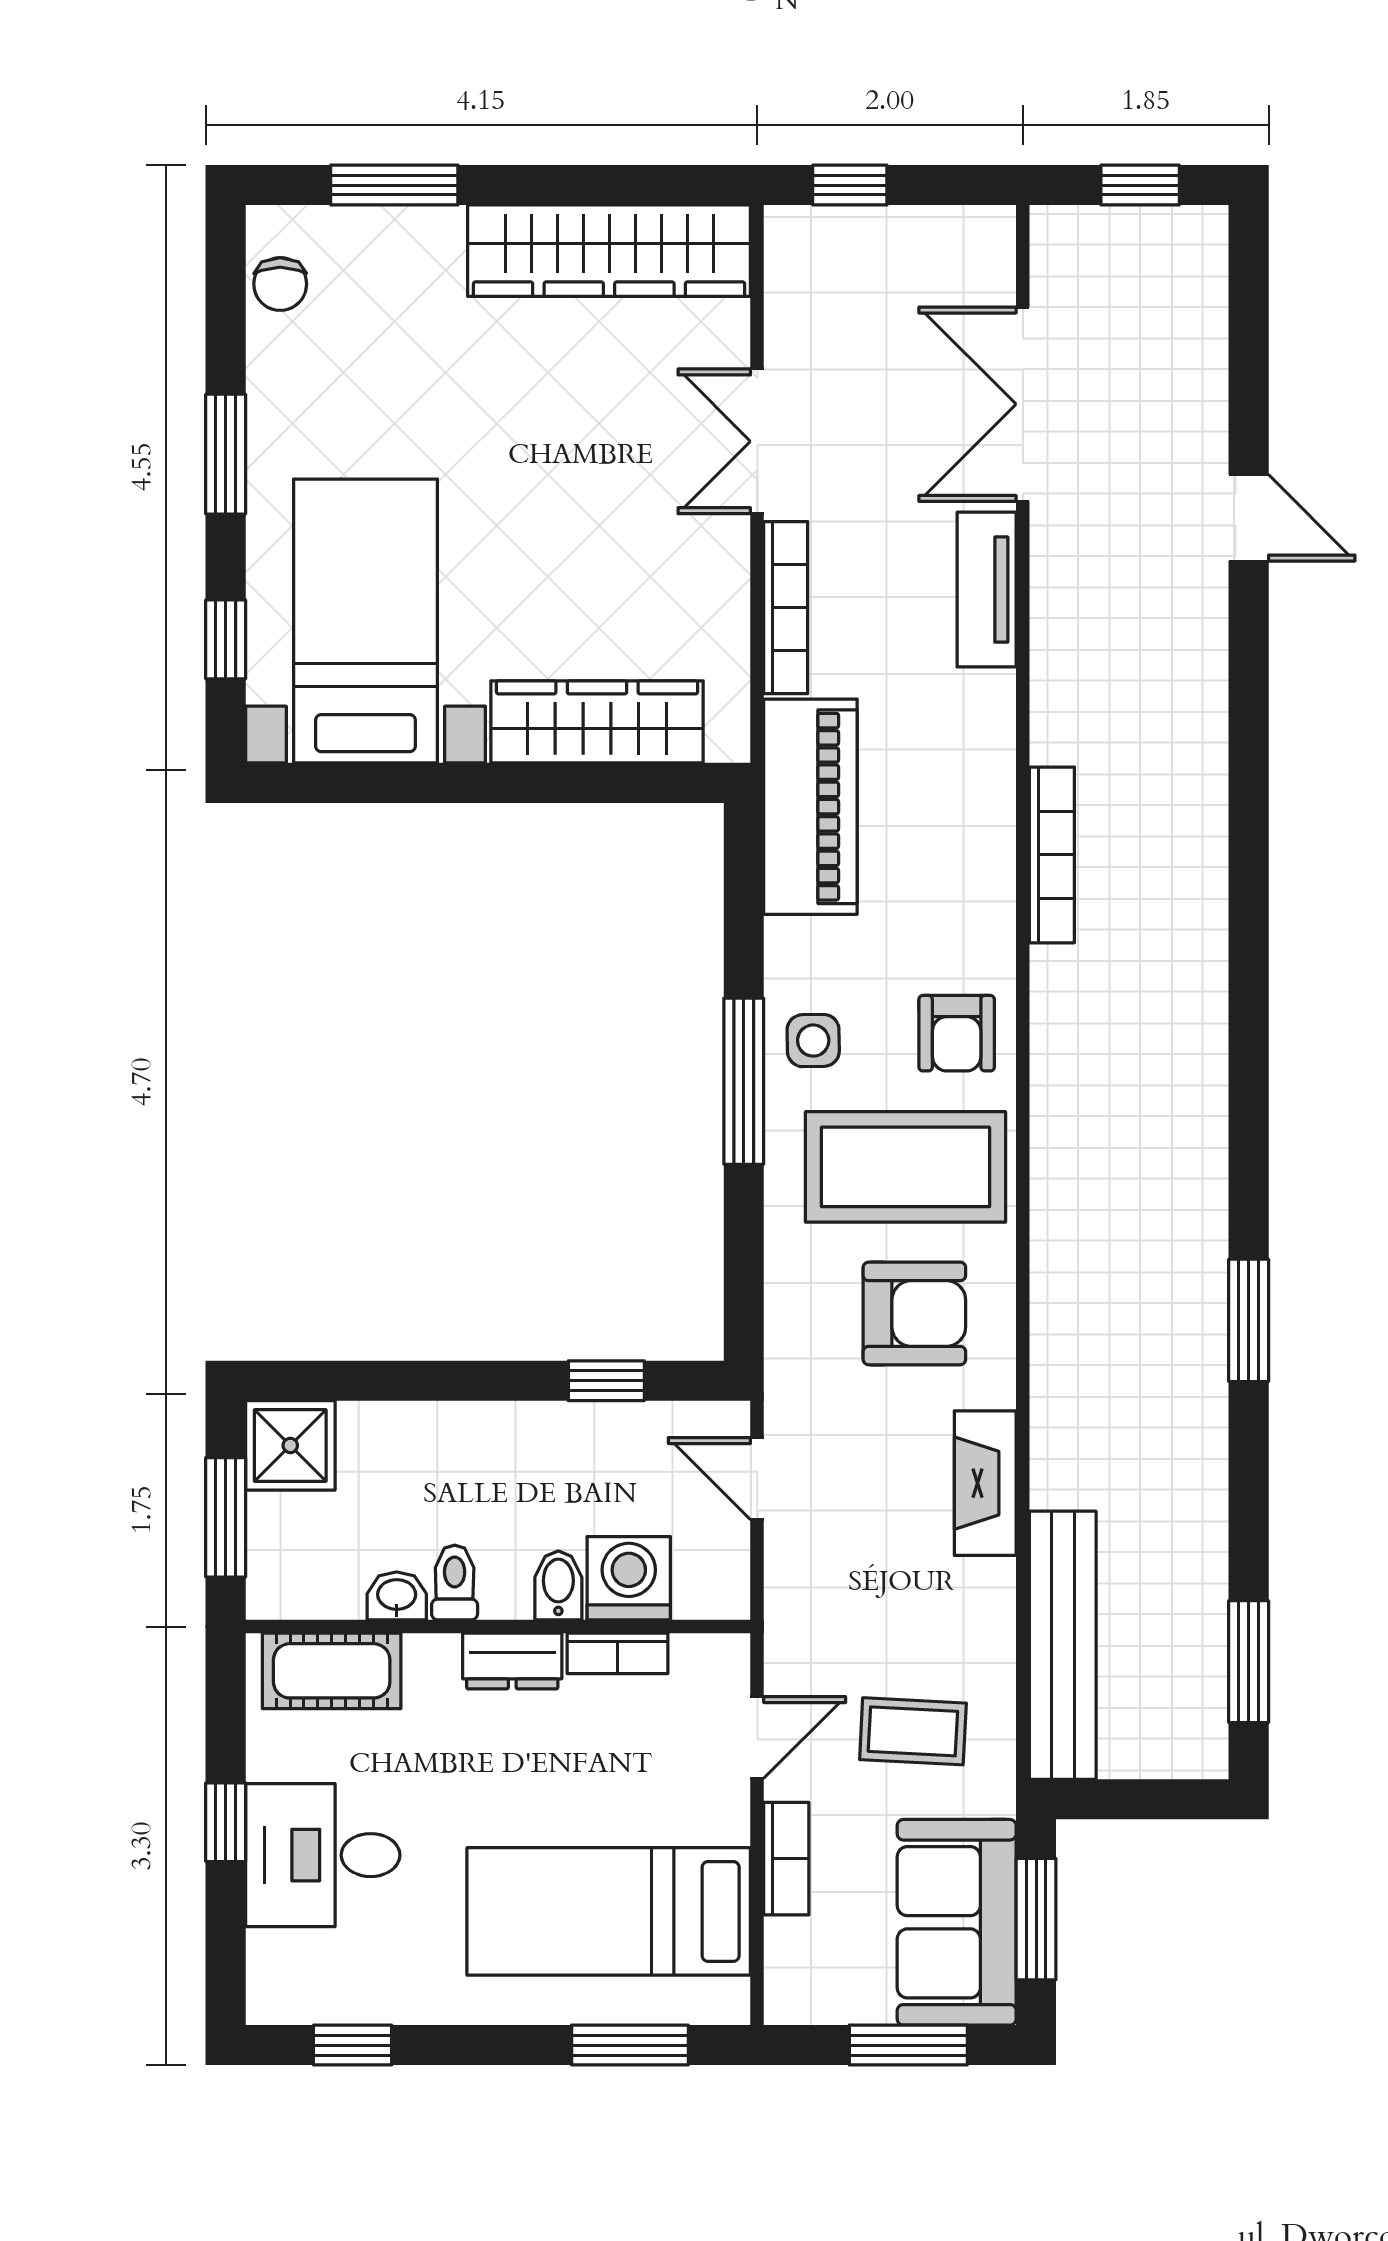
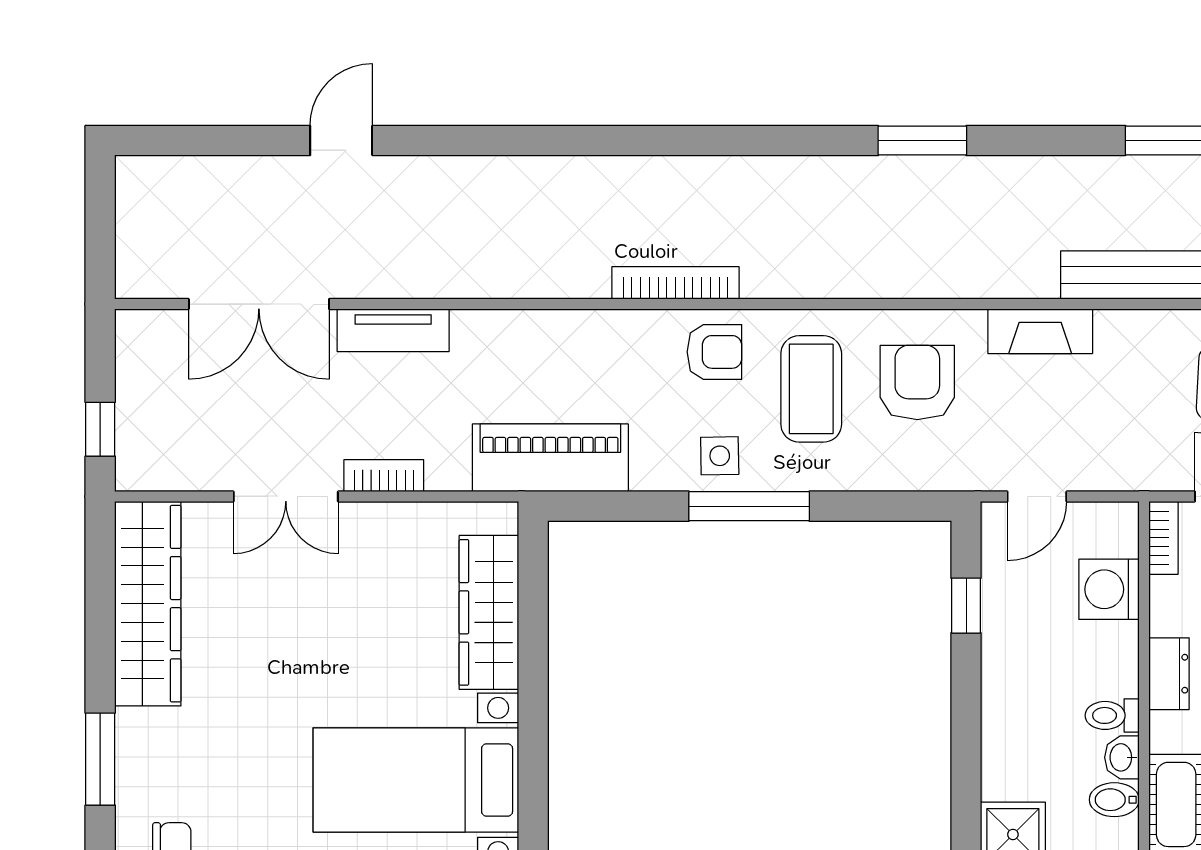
window: (1140, 185) -> (100, 219), removed
bookcase: (786, 608) -> (384, 476), width x0.64
bookcase: (1052, 855) -> (675, 283), moved
coffee table: (906, 1167) -> (811, 389), width x0.73, depth x0.76
bidet: (558, 1585) -> (1114, 800), moved
bookcase: (618, 1653) -> (1163, 538), moved

